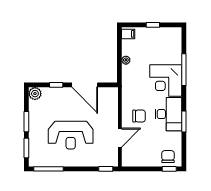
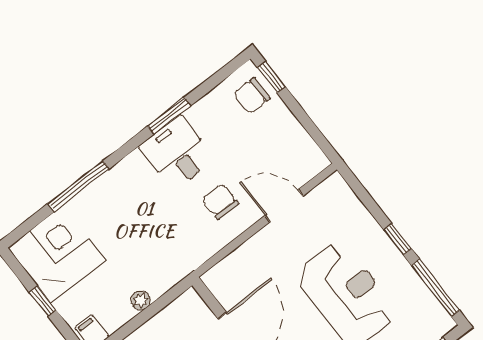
corner desk: (166, 81) -> (57, 254), moved, turned -90
desk: (168, 114) -> (177, 153), width x0.73
window: (106, 169) -> (398, 239), moved

